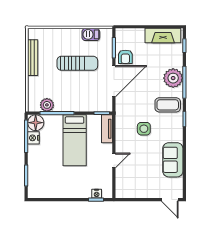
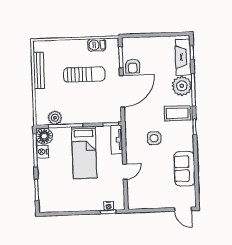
fireplace: (163, 36) -> (183, 57), moved, turned 90

